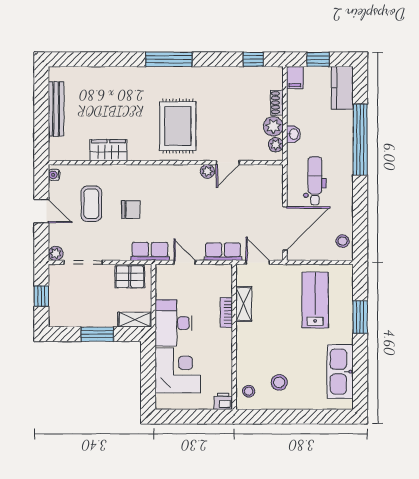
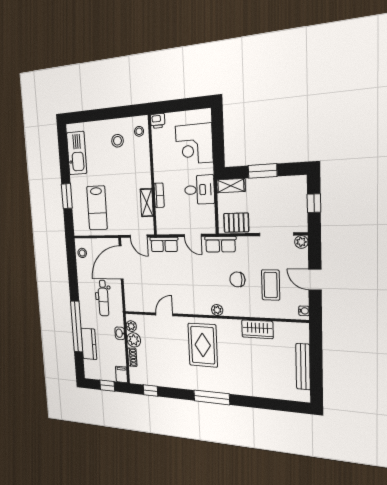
kitchen counter: (342, 88) -> (89, 344), moved
plant: (207, 171) -> (217, 310), moved
desk: (174, 323) -> (199, 190), width x0.73

